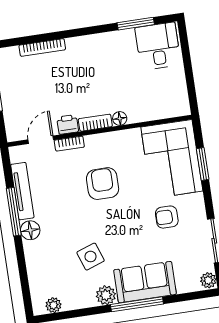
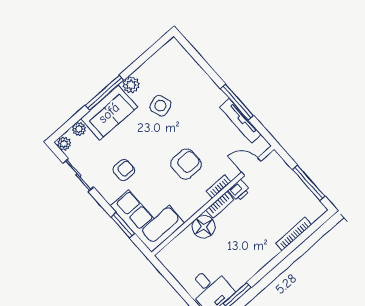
floor lamp: (120, 118) -> (204, 227), width x1.89, depth x1.89
door: (41, 140) -> (251, 167), swing flipped
bookcase: (69, 144) -> (218, 186), moved
armchair: (103, 184) -> (186, 164), turned -90
floor lamp: (30, 230) -> (216, 96), removed
plant: (53, 305) -> (79, 129), moved

